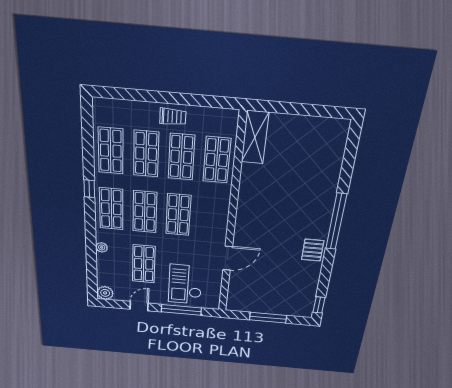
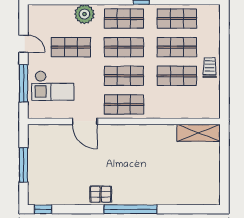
trolley: (173, 117) -> (210, 67), turned 180
shop shelf: (217, 160) -> (124, 104), moved
plant: (102, 247) -> (84, 14), width x1.88, depth x1.88
checkout: (185, 284) -> (53, 86), turned 180
plant: (105, 293) -> (35, 12), removed

